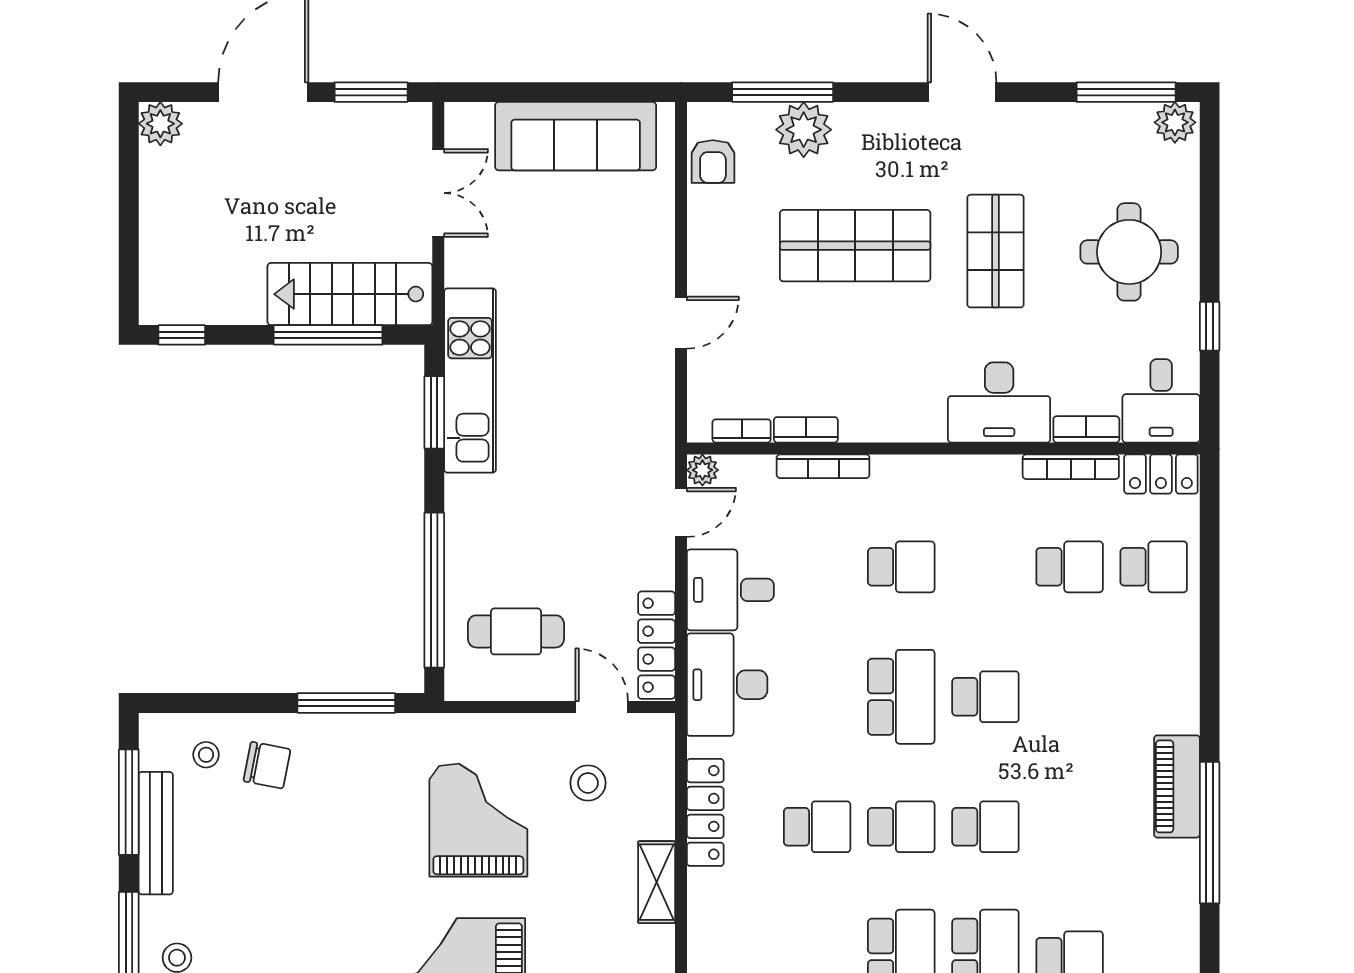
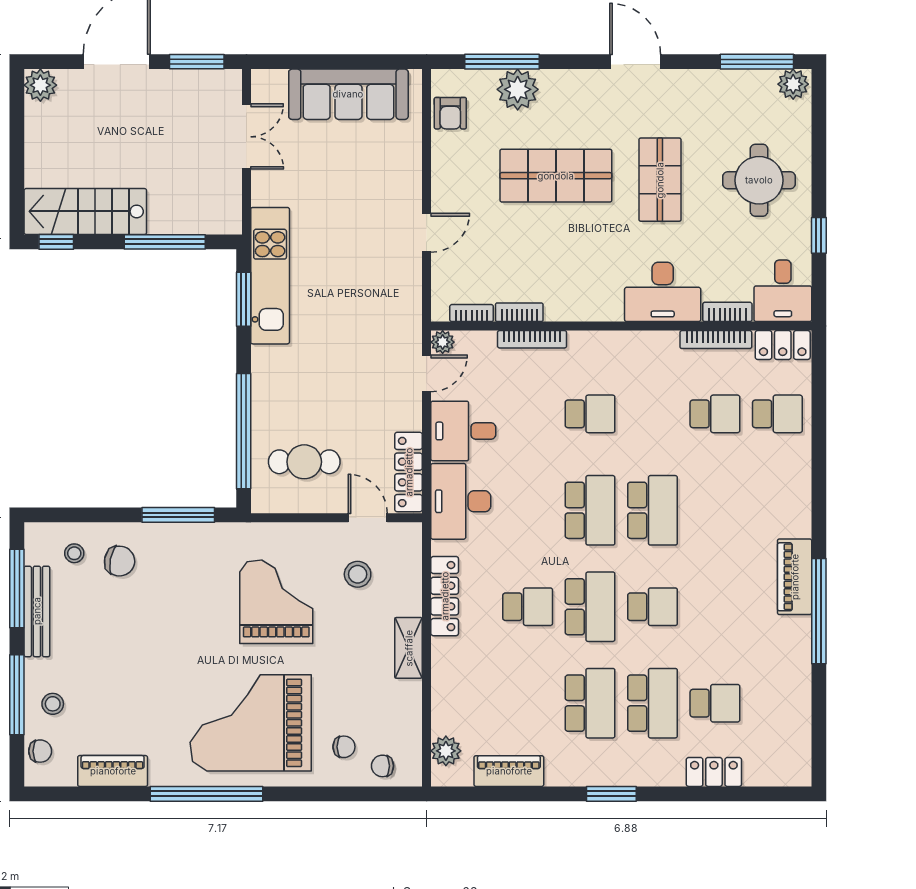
stairs: (350, 294) -> (85, 211), moved
school desk: (985, 697) -> (652, 510), width x1.85
school desk: (901, 827) -> (590, 607), width x1.85

